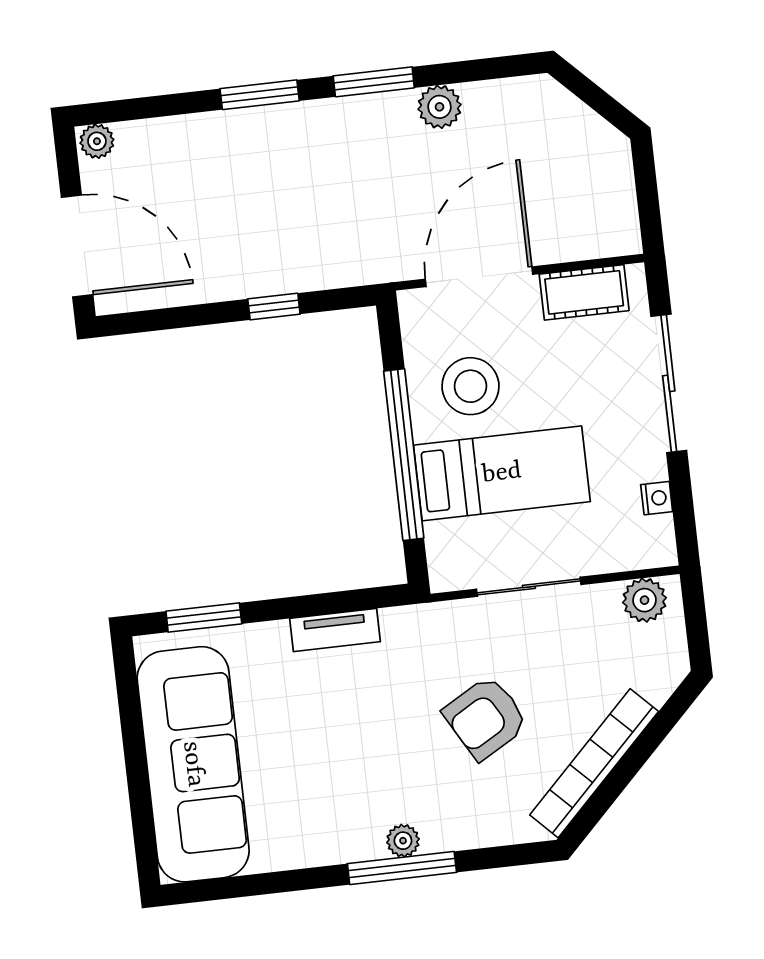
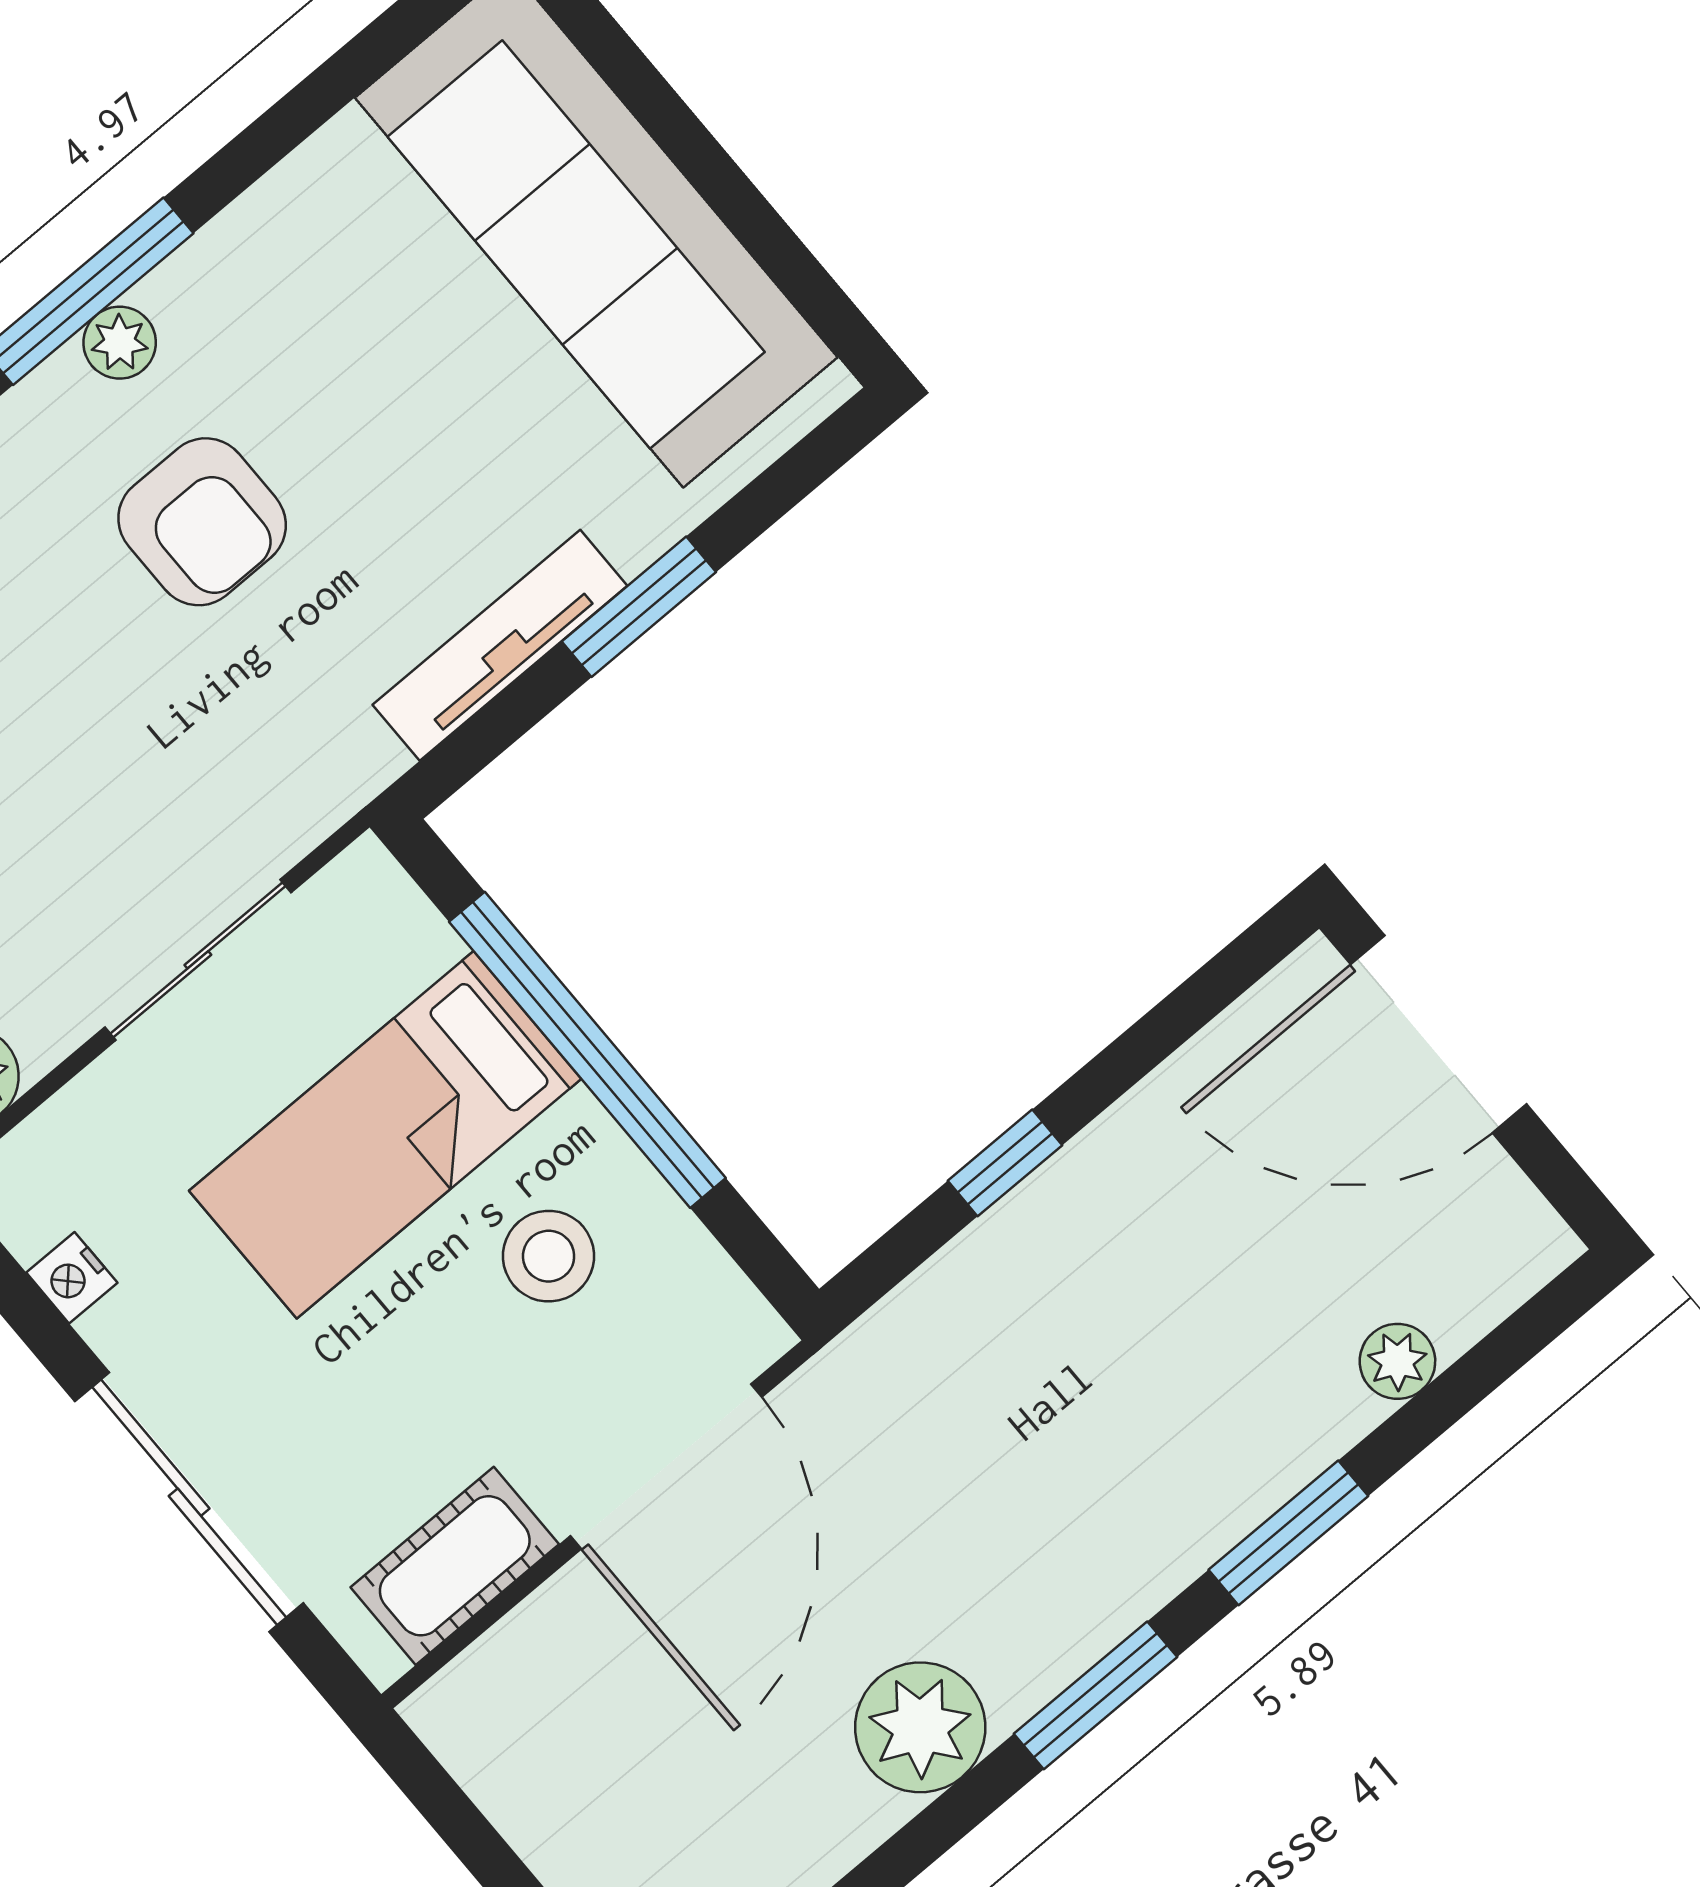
plant: (440, 107) -> (920, 1727), width x1.36, depth x1.36
plant: (97, 141) -> (1397, 1361), moved
stool: (470, 386) -> (549, 1256), width x0.73, depth x0.73
window: (204, 617) -> (639, 607), moved
tv unit: (335, 630) -> (500, 645), width x1.41
armchair: (486, 718) -> (202, 522), moved, turned 120

